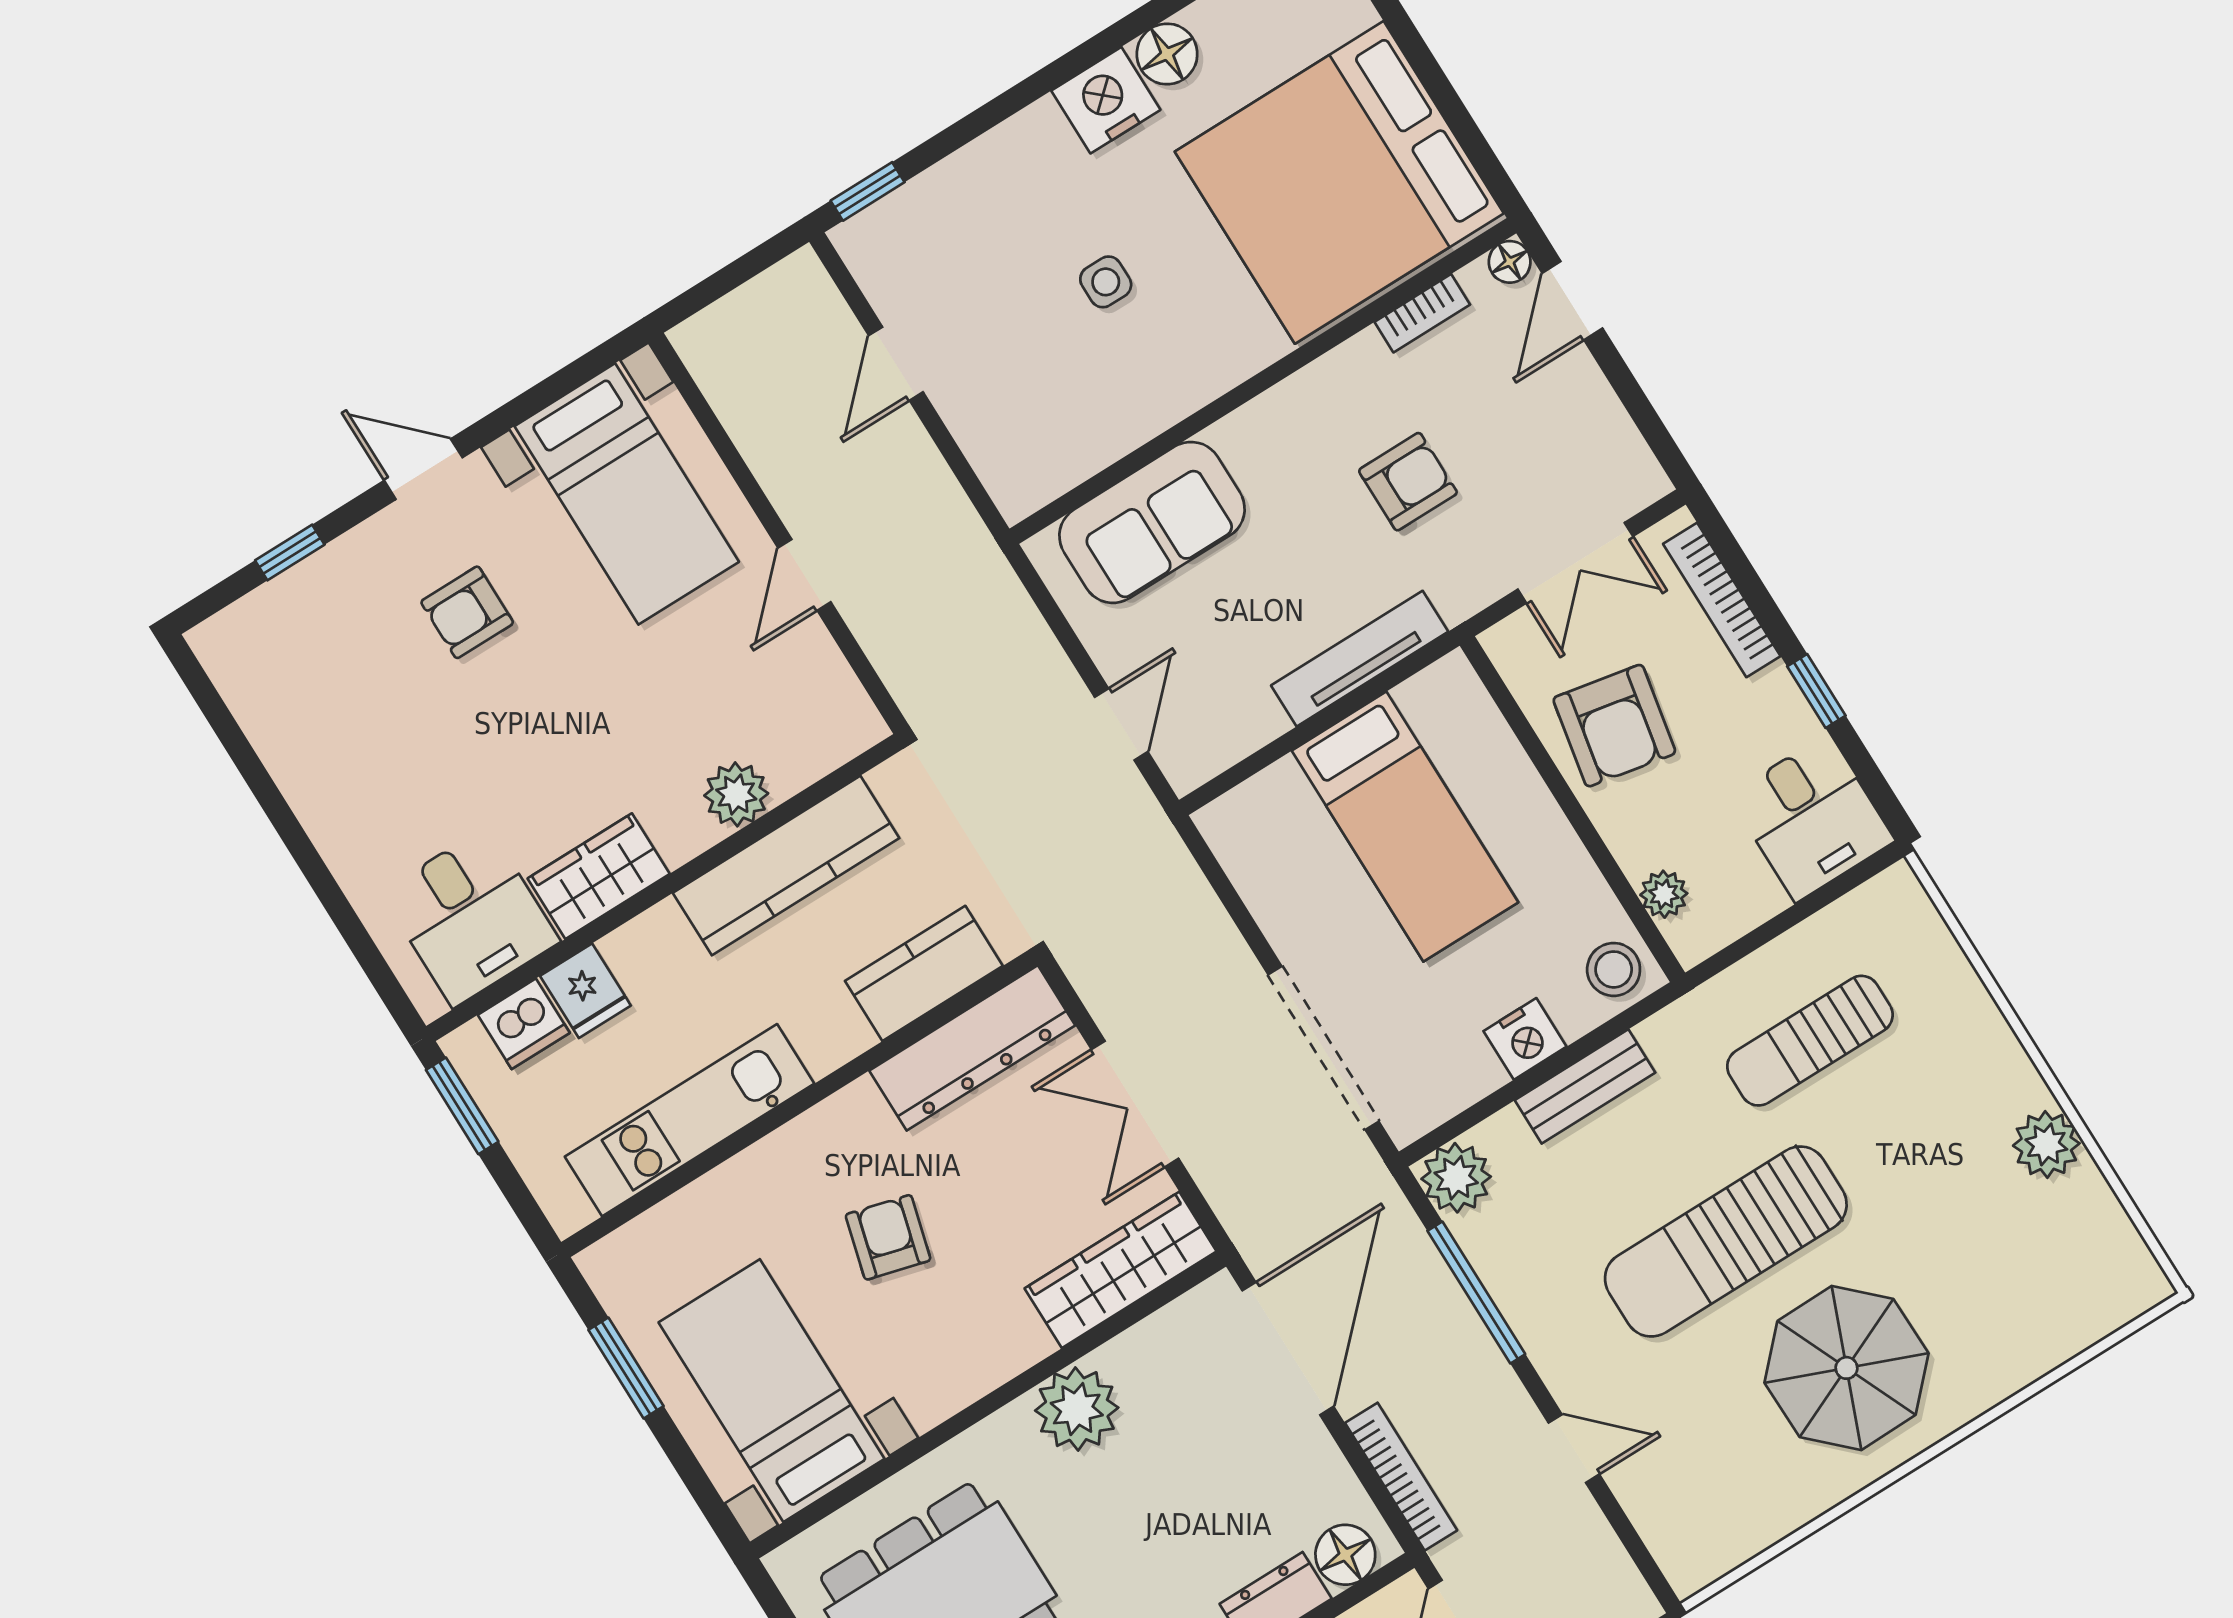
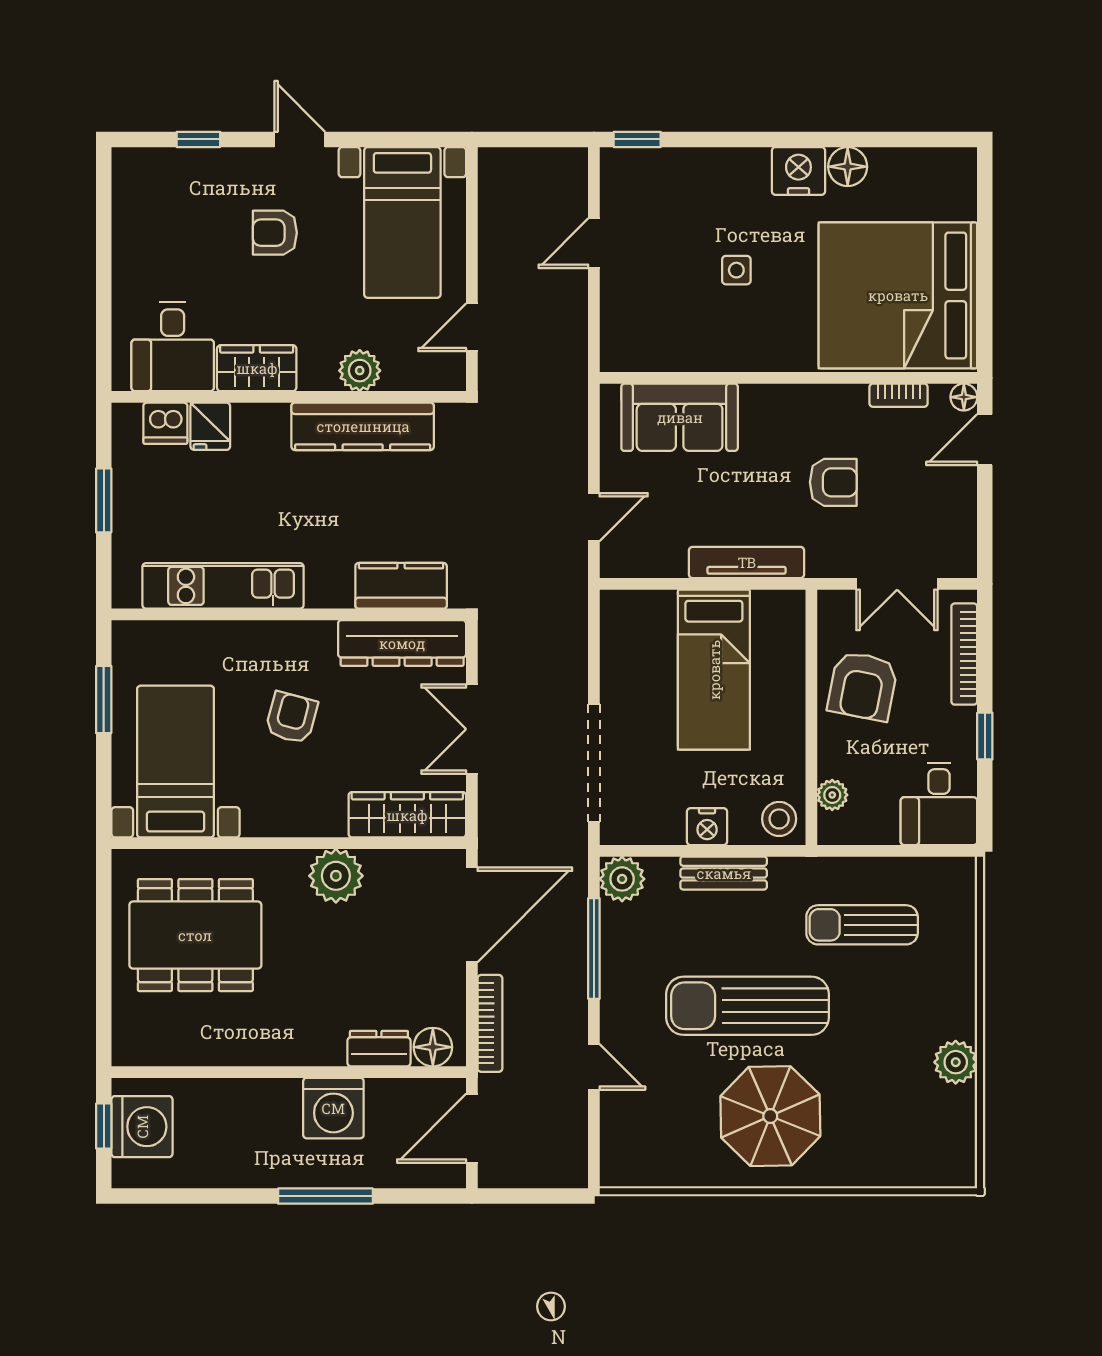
plant: (736, 794) -> (360, 371), moved
kitchen counter: (786, 866) -> (363, 426), moved
wardrobe: (599, 876) -> (257, 368), moved
wall: (665, 888) -> (289, 397), moved
desk: (470, 917) -> (173, 347), moved
fridge: (585, 991) -> (210, 426), moved
dishwasher: (524, 1024) -> (165, 423), moved

